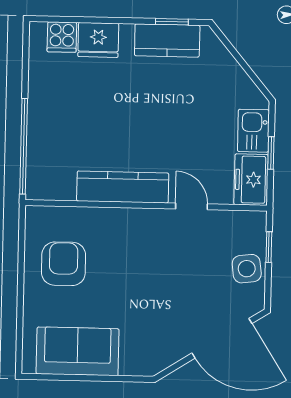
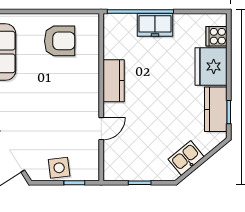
fridge: (98, 40) -> (211, 66), width x1.36, depth x1.34
kitchen sink: (253, 131) -> (186, 158), moved, turned -40
freezer: (251, 180) -> (155, 25), moved, turned 180
kitchen counter: (123, 187) -> (114, 81), width x0.67

